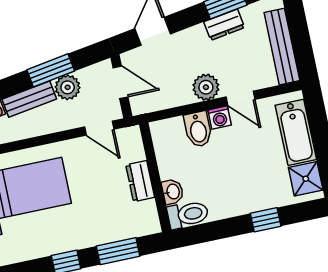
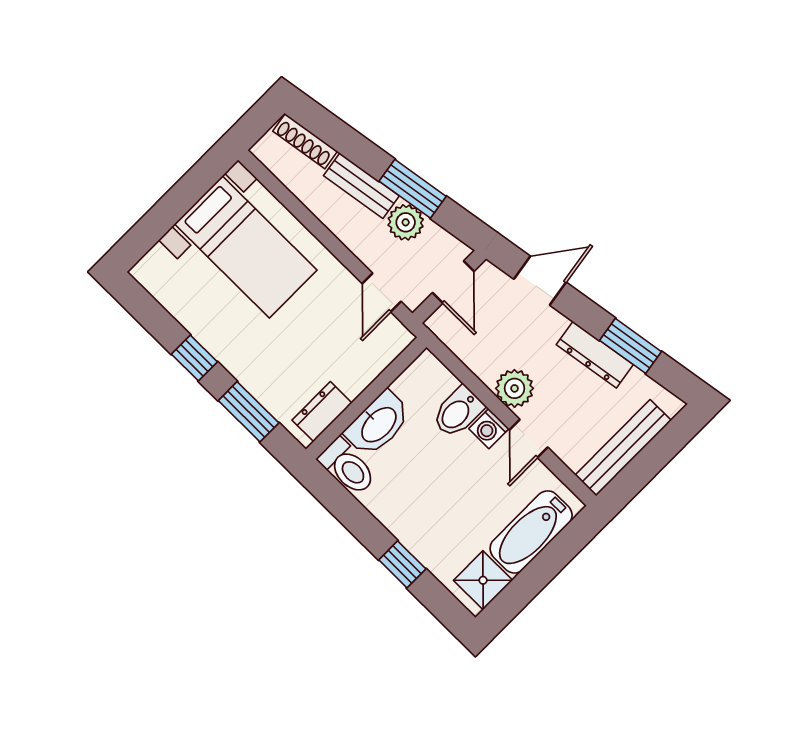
dresser: (224, 25) -> (595, 355), width x1.44
dresser: (140, 181) -> (322, 412), moved
washbasin: (173, 192) -> (378, 424), width x1.91, depth x1.45

